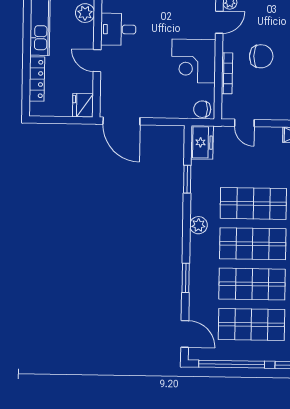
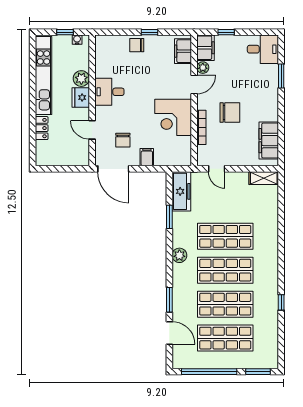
door: (97, 61) -> (92, 130), moved
locker: (37, 79) -> (42, 128), width x0.66
fridge: (83, 105) -> (81, 98), moved
filing cabinet: (162, 108) -> (147, 157), added
chair: (202, 109) -> (123, 140), moved, turned -90
freezer: (202, 142) -> (181, 191), width x1.40
door: (185, 334) -> (169, 333), moved

